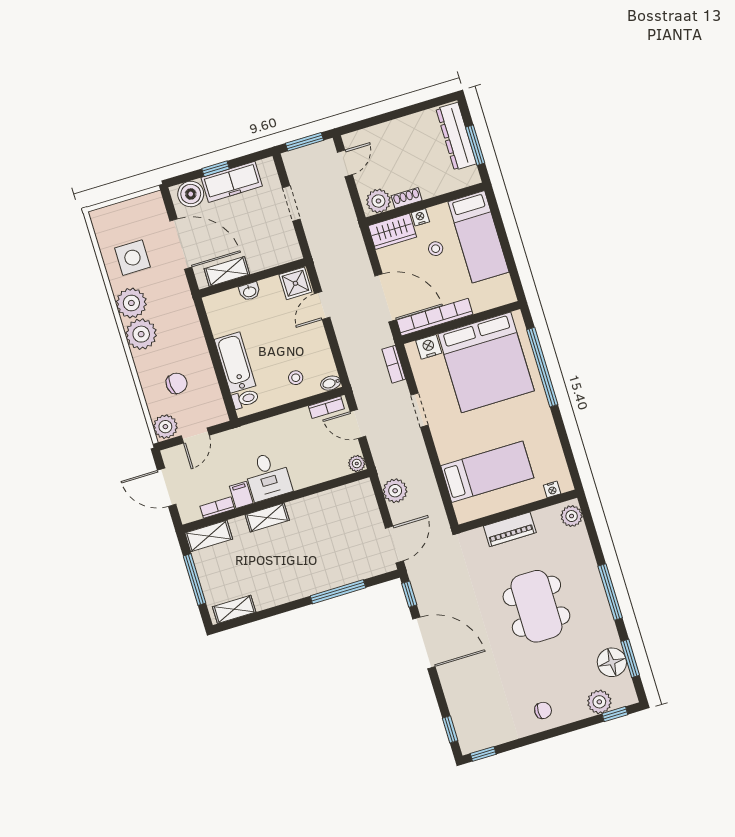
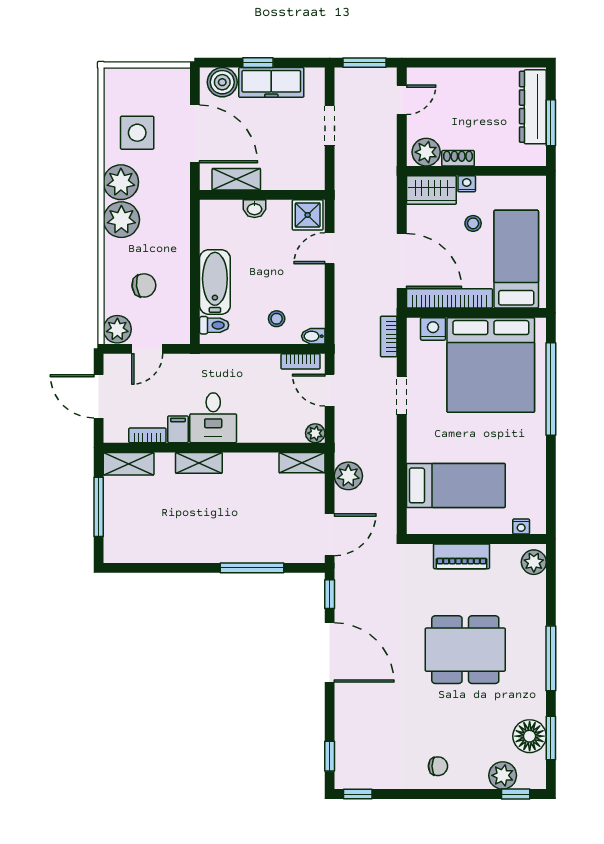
bed: (478, 237) -> (516, 259), moved, turned 180
dining table: (536, 606) -> (465, 650), turned 90
shelving: (234, 609) -> (302, 463), moved

